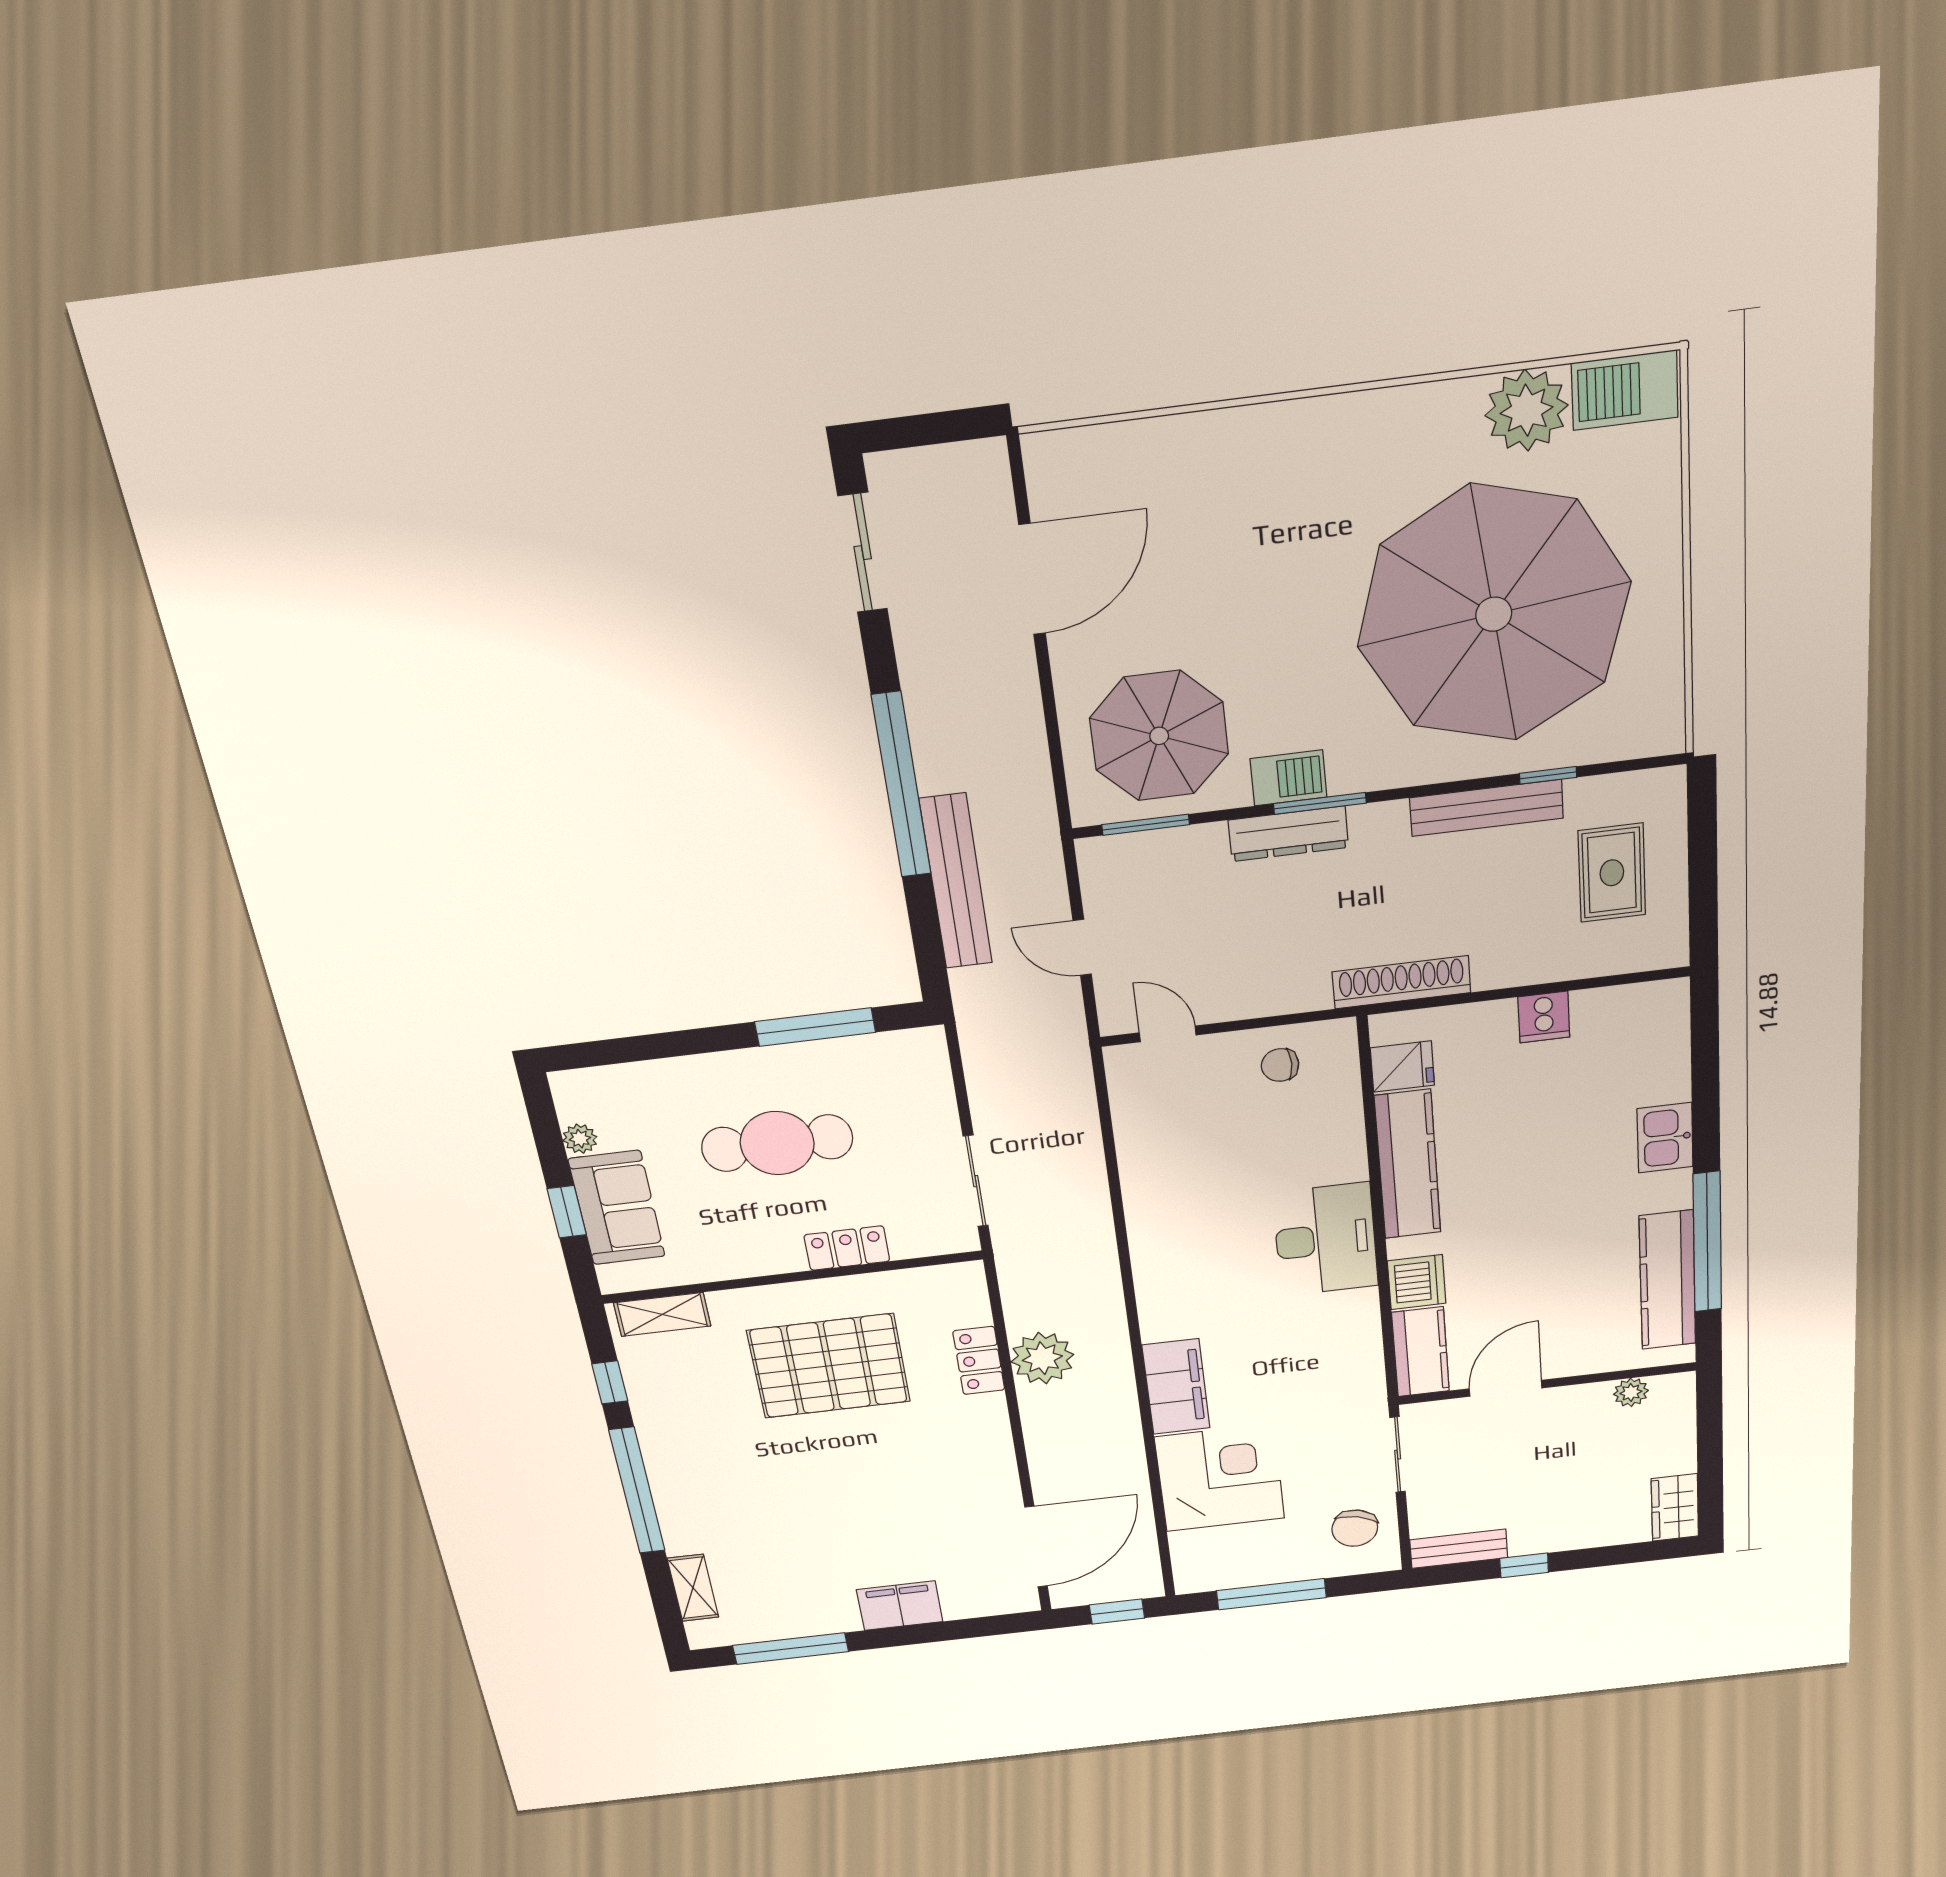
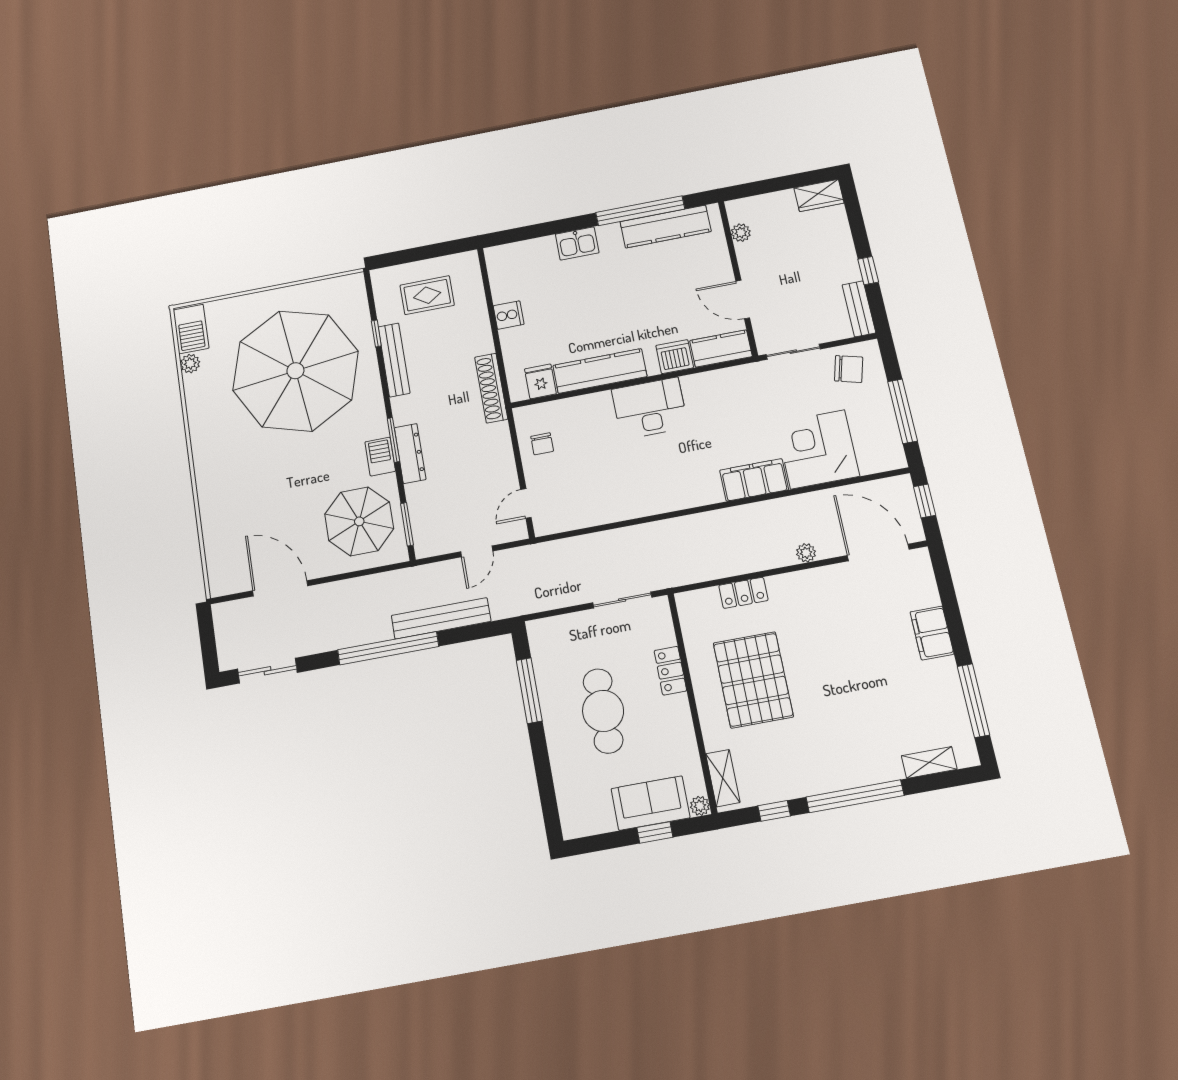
plant: (1526, 410) -> (190, 364), width x0.53, depth x0.53
plant: (580, 1139) -> (700, 806), moved
plant: (1042, 1358) -> (806, 553), moved, width x0.53, depth x0.53

